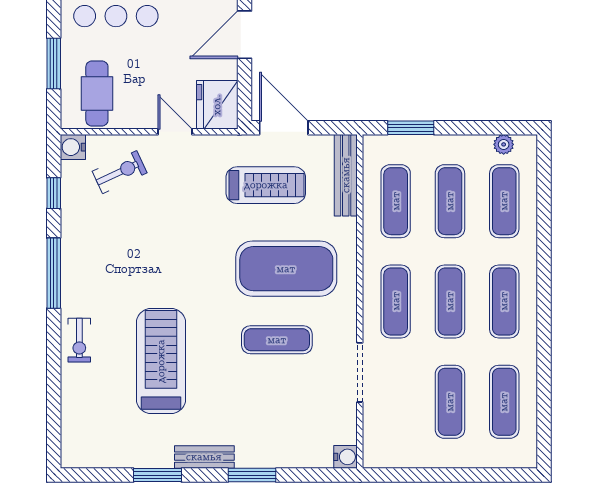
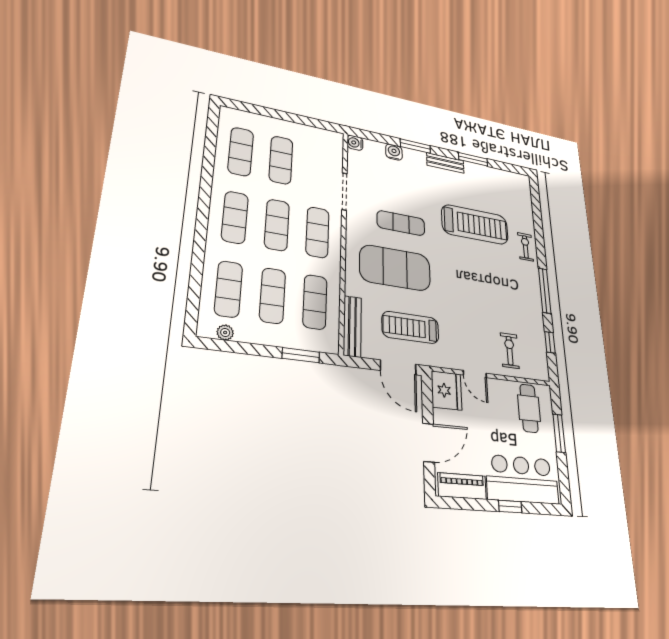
water cooler: (73, 147) -> (394, 152), moved, turned -90
exercise bike: (120, 172) -> (510, 351), turned 115
treadmill: (161, 361) -> (475, 225), turned -90

